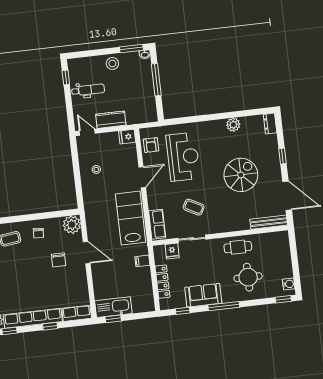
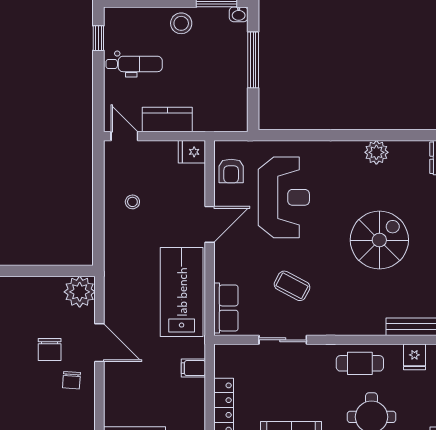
chair: (38, 233) -> (71, 380), moved
fridge: (172, 251) -> (414, 357), moved

